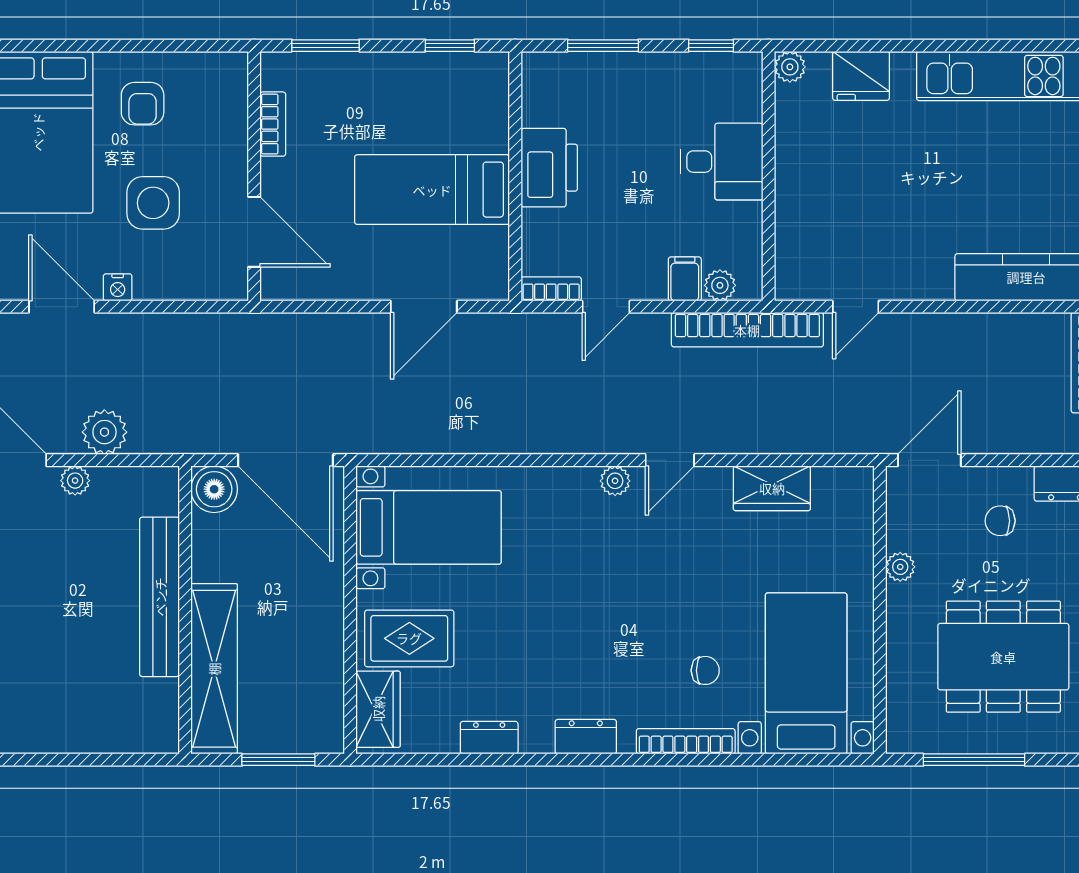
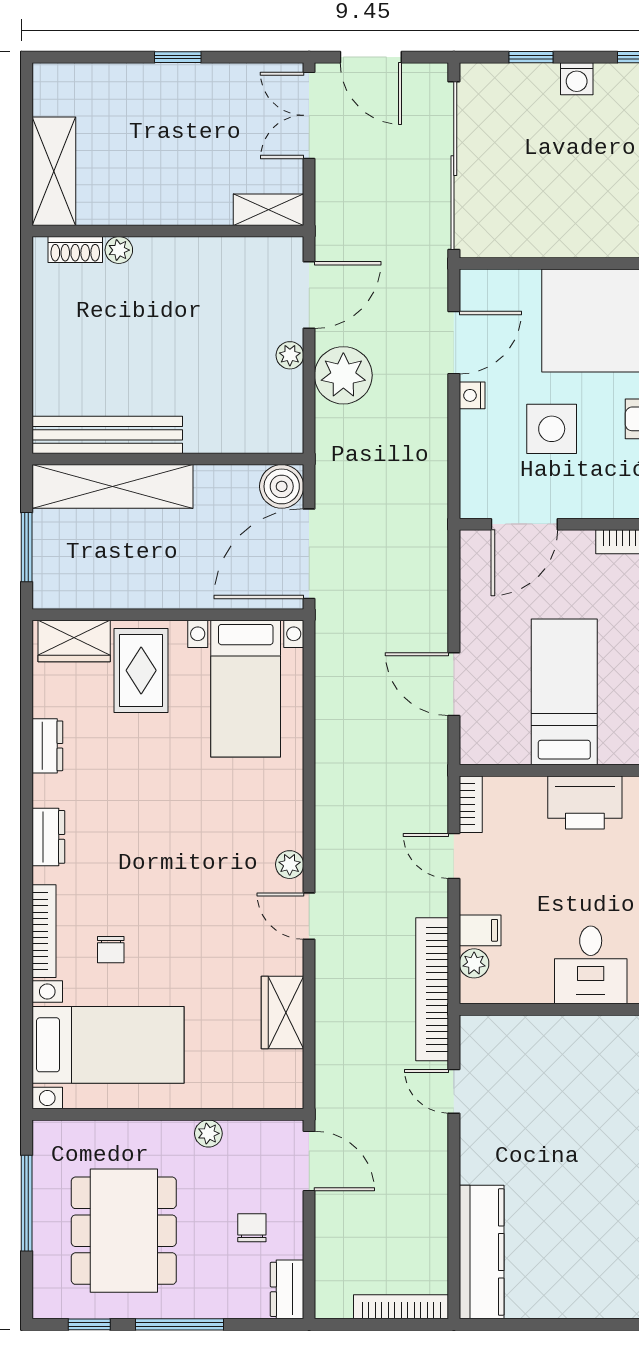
plant: (104, 432) -> (343, 375), width x1.36, depth x1.36
bench: (160, 597) -> (107, 435), moved

